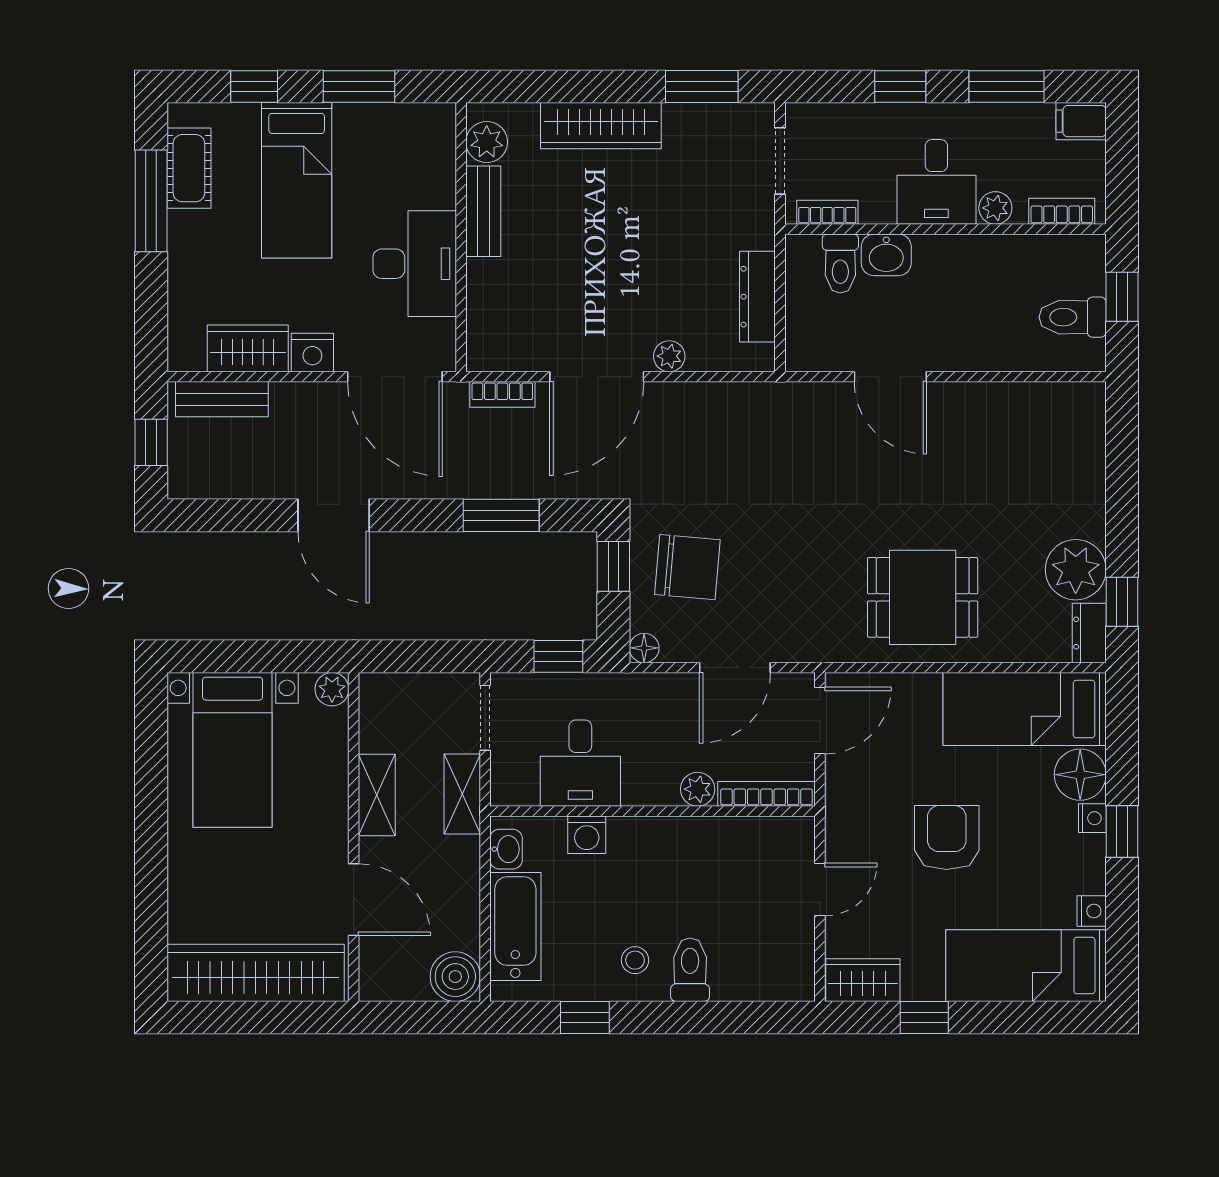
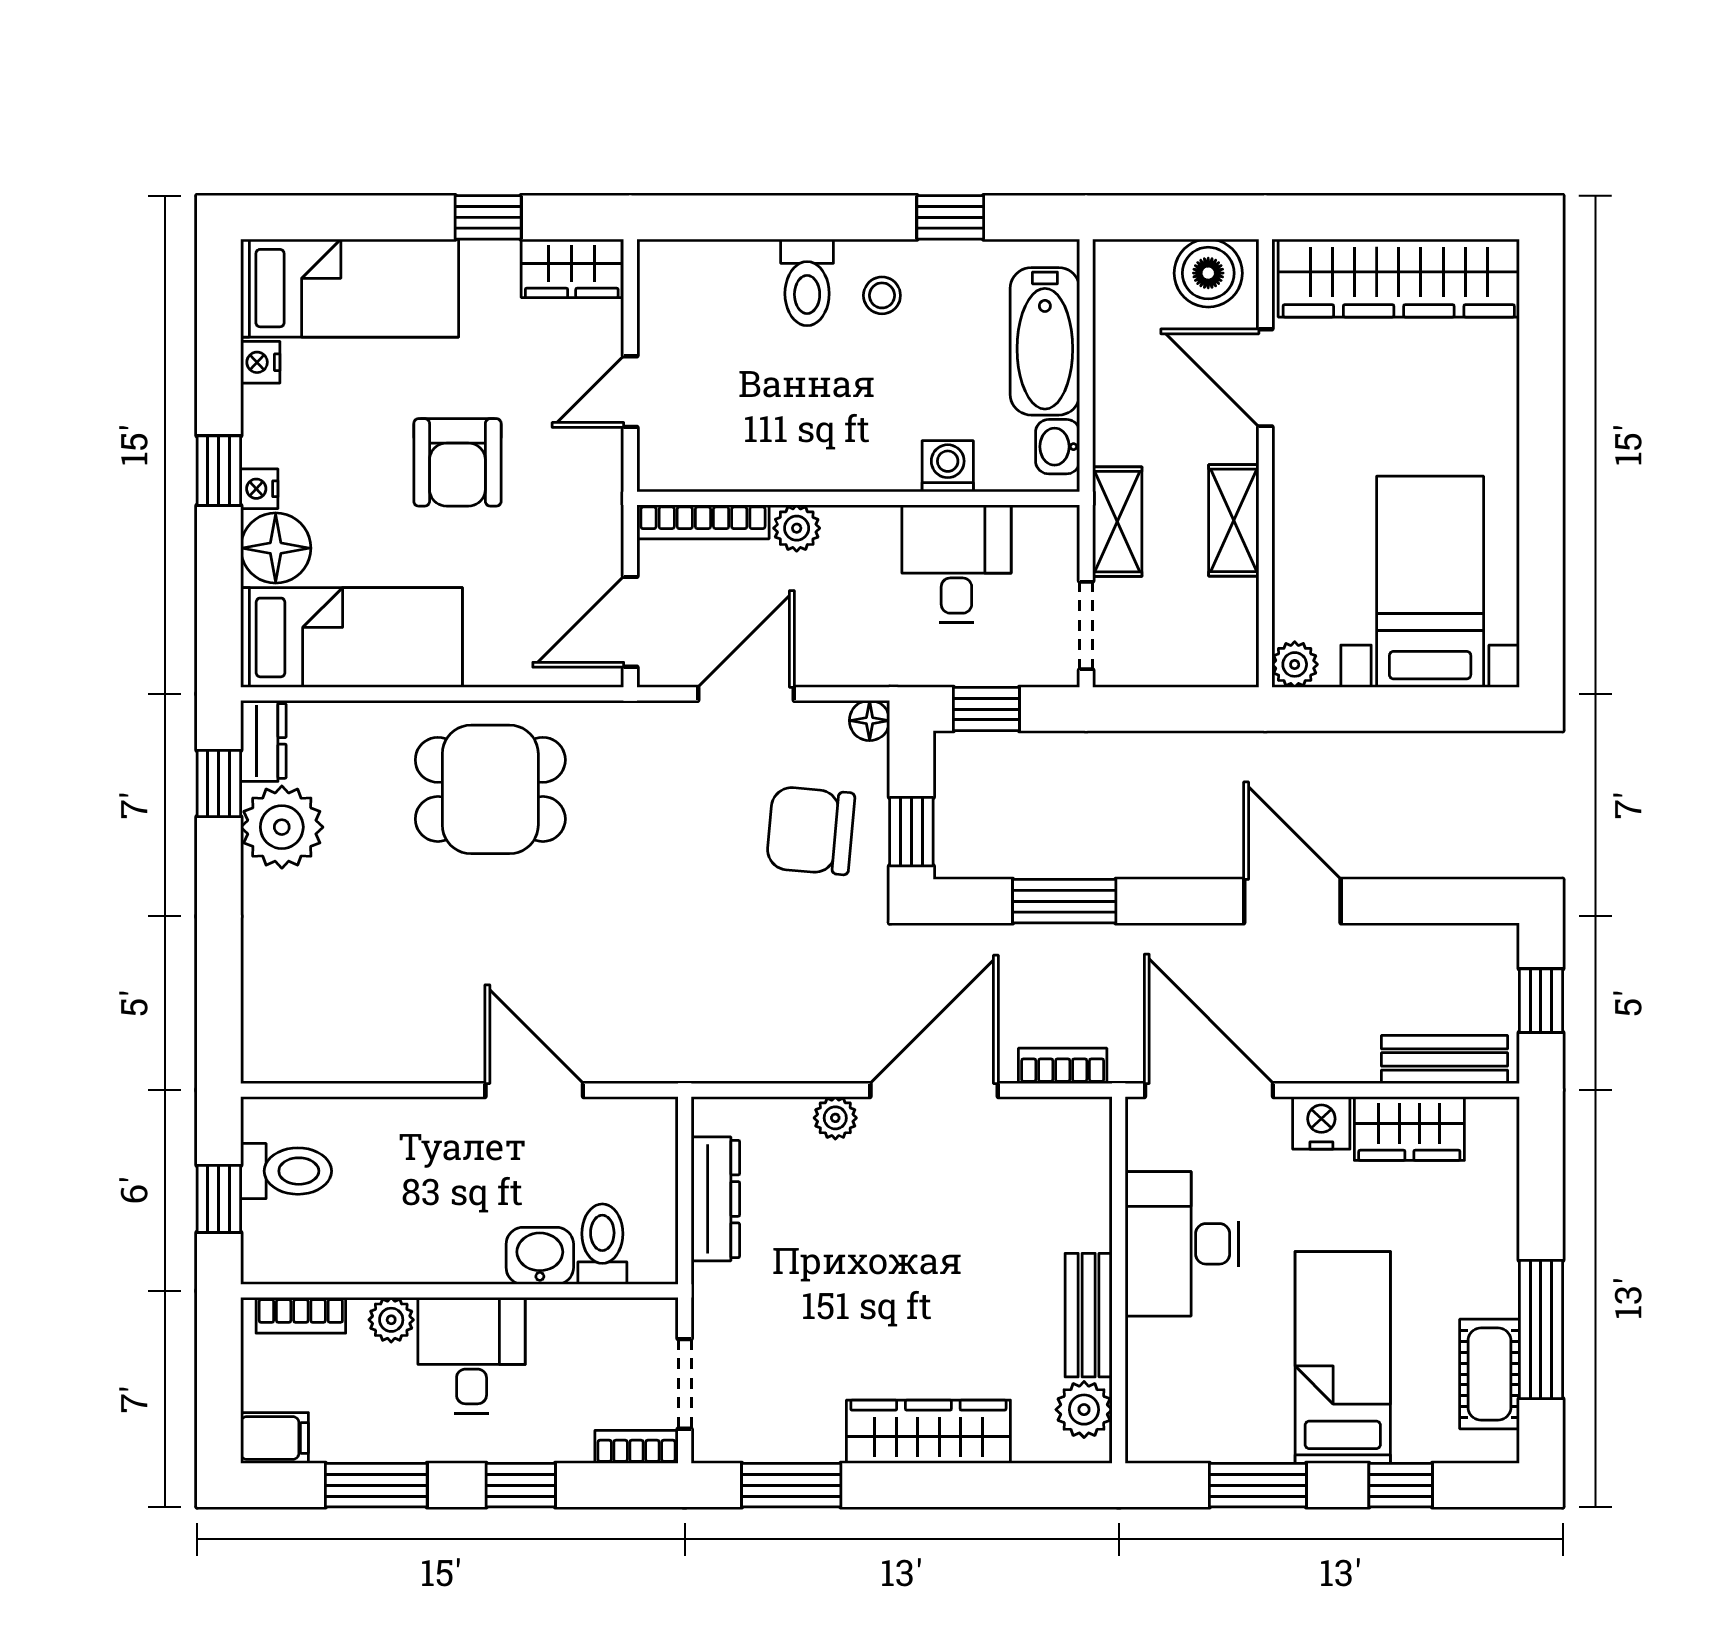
bookcase: (827, 212) -> (636, 1447), moved, turned 180
boiler: (455, 977) -> (1208, 273), moved

